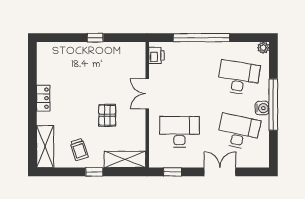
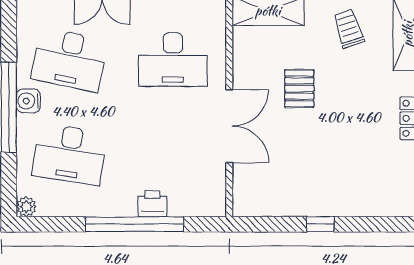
printer: (156, 55) -> (152, 204), moved, turned 90
double door: (147, 94) -> (229, 126), width x1.37

